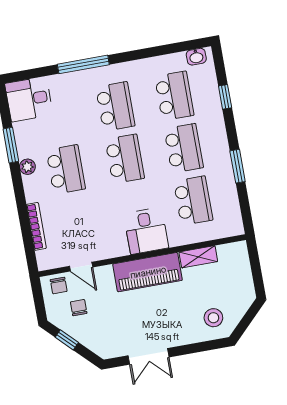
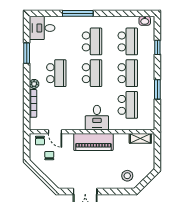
plant: (27, 167) -> (34, 84), moved
shelving: (198, 257) -> (140, 138), moved
window: (67, 340) -> (39, 173), removed

